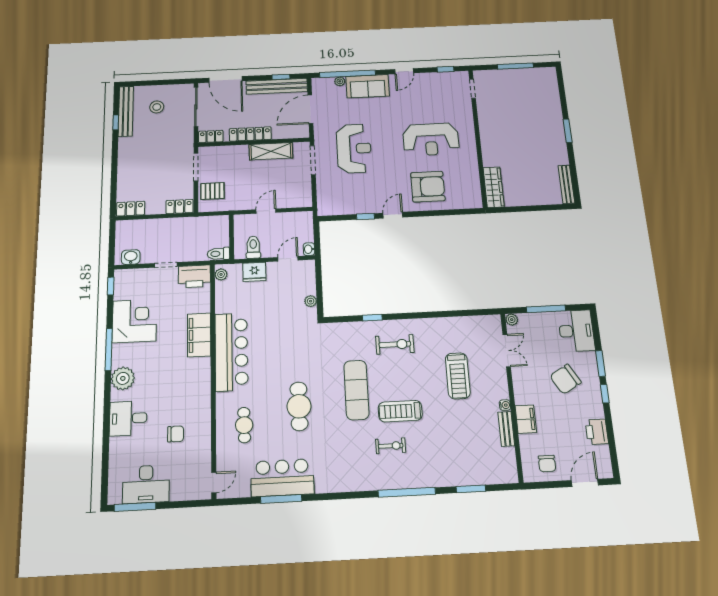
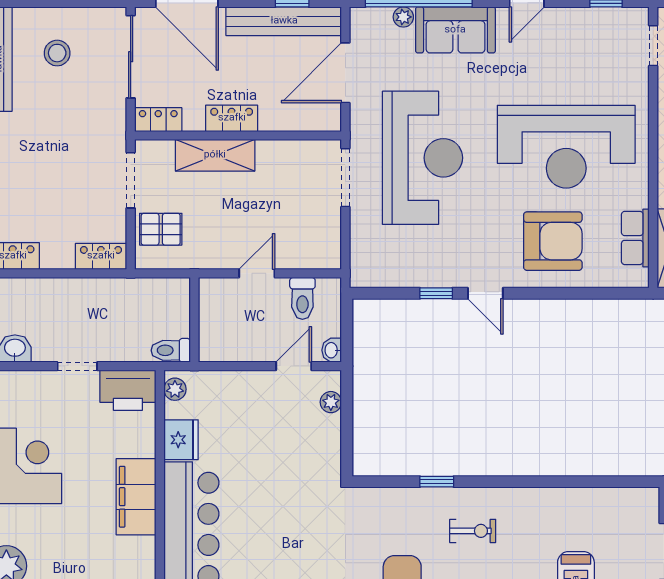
locker: (250, 134) -> (232, 118), width x0.66
reception desk: (431, 139) -> (566, 147), width x1.36, depth x1.30
reception desk: (354, 148) -> (423, 158), width x1.36, depth x1.30
shelving: (271, 151) -> (215, 155), moved
row of seats: (473, 183) -> (635, 238), added
door: (393, 215) -> (485, 293), swing flipped
toilet: (253, 247) -> (302, 298), moved, turned 180
fridge: (254, 272) -> (181, 440), moved, turned -90
plant: (311, 301) -> (331, 402), moved
exercise bike: (395, 344) -> (473, 531), width x0.73, depth x0.72

